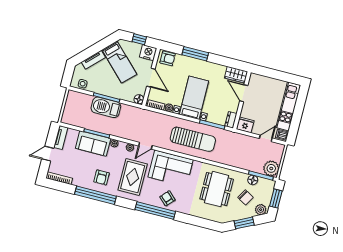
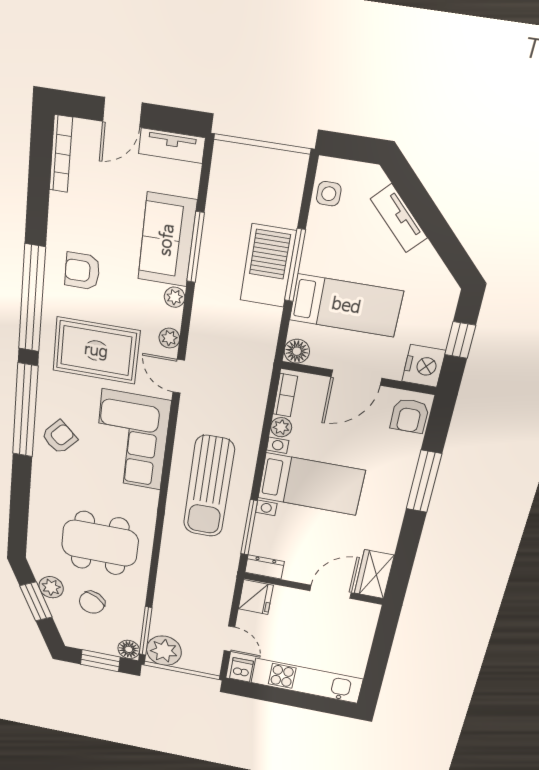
bed: (119, 62) -> (346, 306), moved, turned -135
door: (48, 154) -> (122, 112), swing flipped
floor lamp: (253, 180) -> (129, 649), moved
window: (95, 195) -> (32, 299), moved
plant: (261, 210) -> (51, 587), moved

